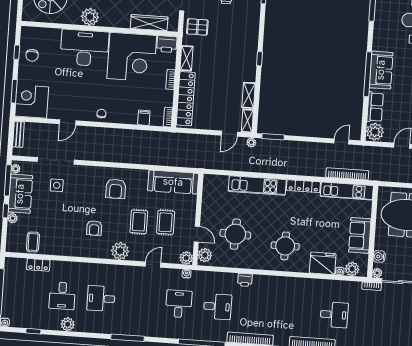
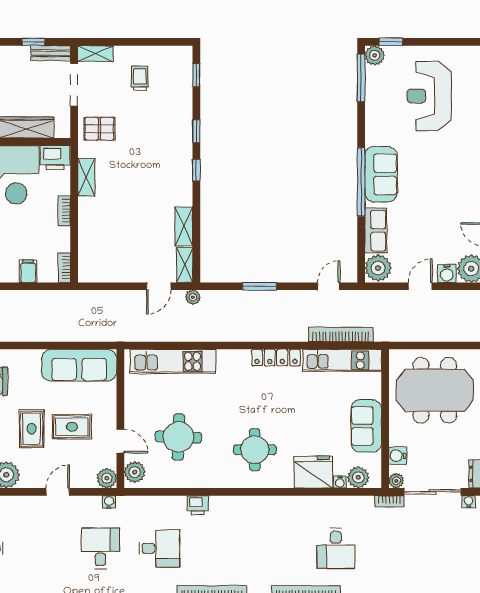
window: (261, 33) -> (196, 131), added
locker: (186, 99) -> (89, 238), removed
window: (273, 137) -> (260, 286), moved
kitchen unit: (257, 185) -> (173, 361), moved
rug: (166, 222) -> (72, 427), turned 90
desk: (334, 315) -> (336, 548), turned 90

